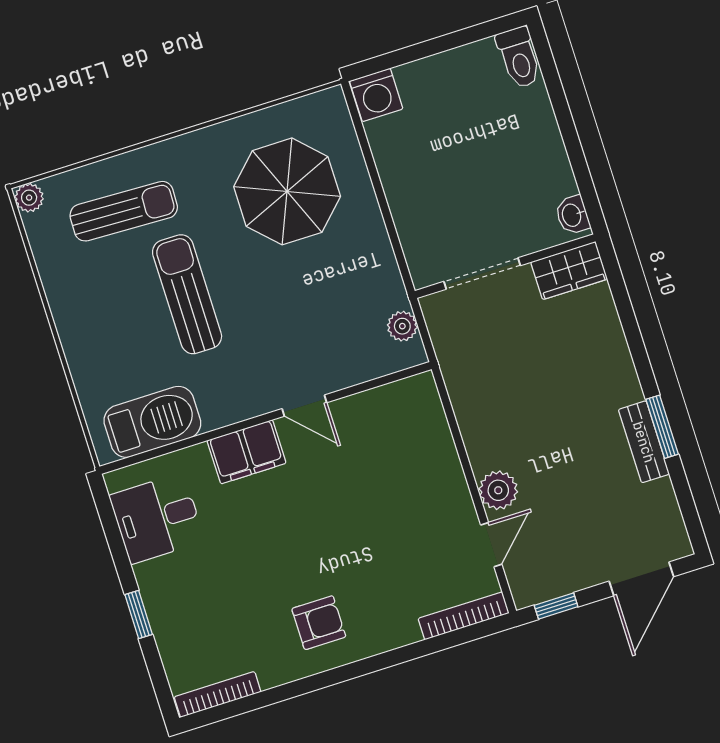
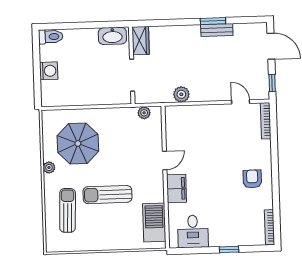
washing machine: (376, 95) -> (49, 71), moved
plant: (29, 198) -> (49, 168), moved
washbasin: (572, 215) -> (112, 36), width x1.91, depth x1.45
plant: (498, 490) -> (181, 94), moved

